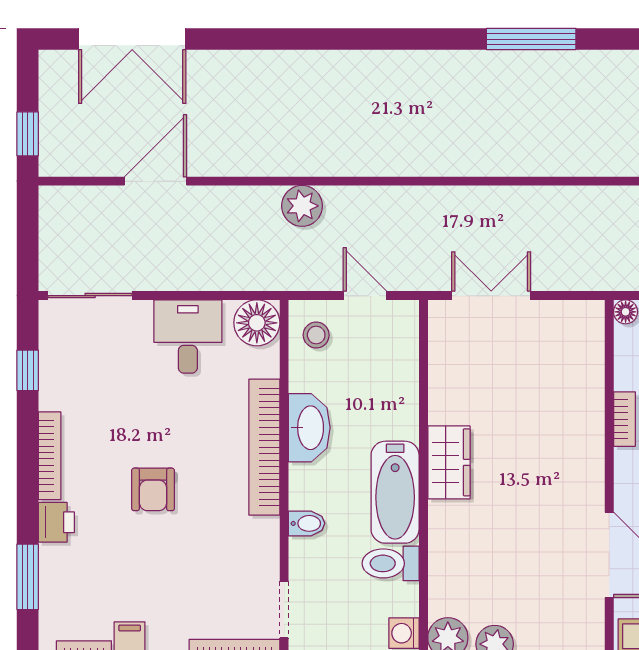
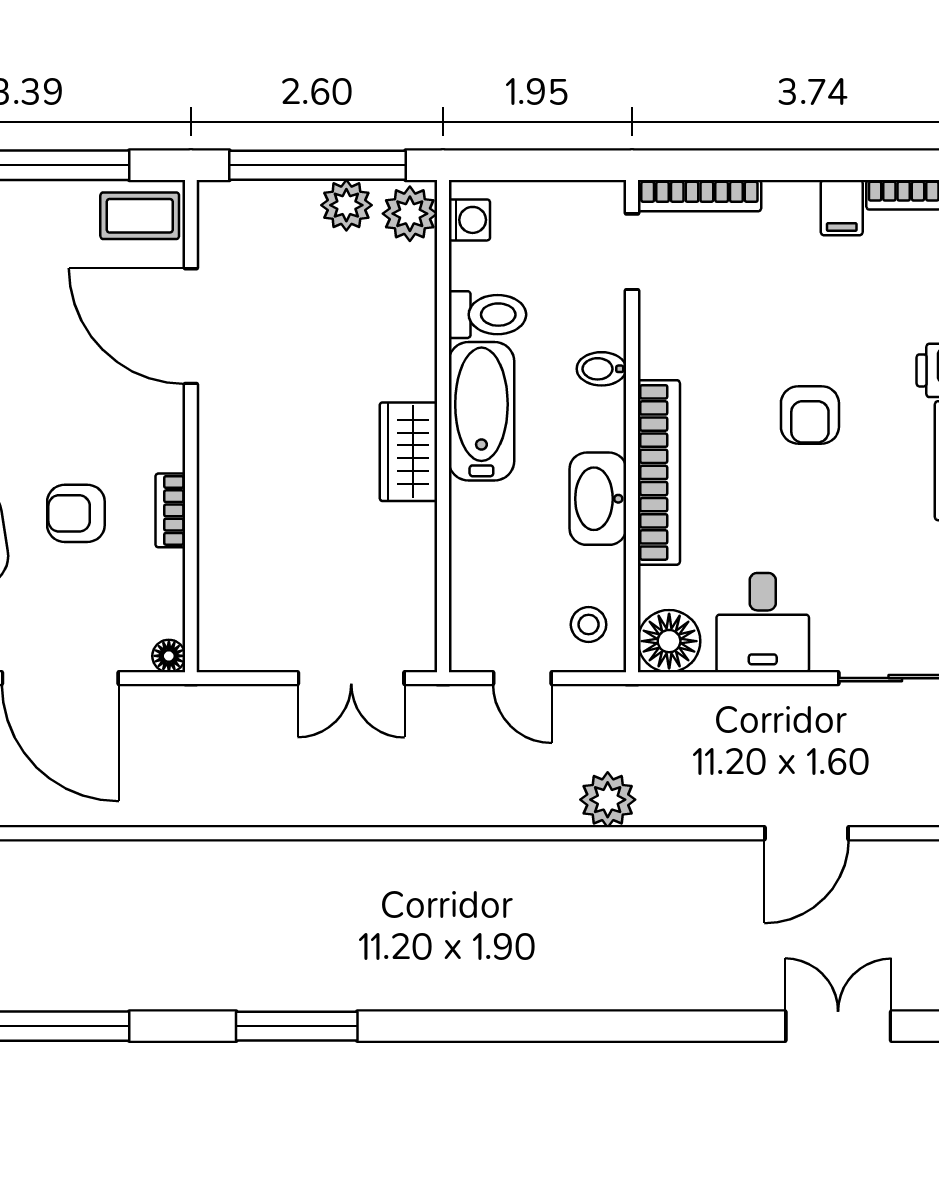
double door: (132, 39) -> (838, 1026), width x0.73
armchair: (153, 489) -> (810, 415), turned 180

